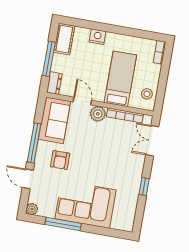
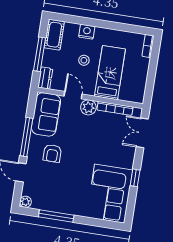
stool: (147, 94) -> (84, 60), moved
corner sofa: (86, 204) -> (110, 194), moved, turned -90

